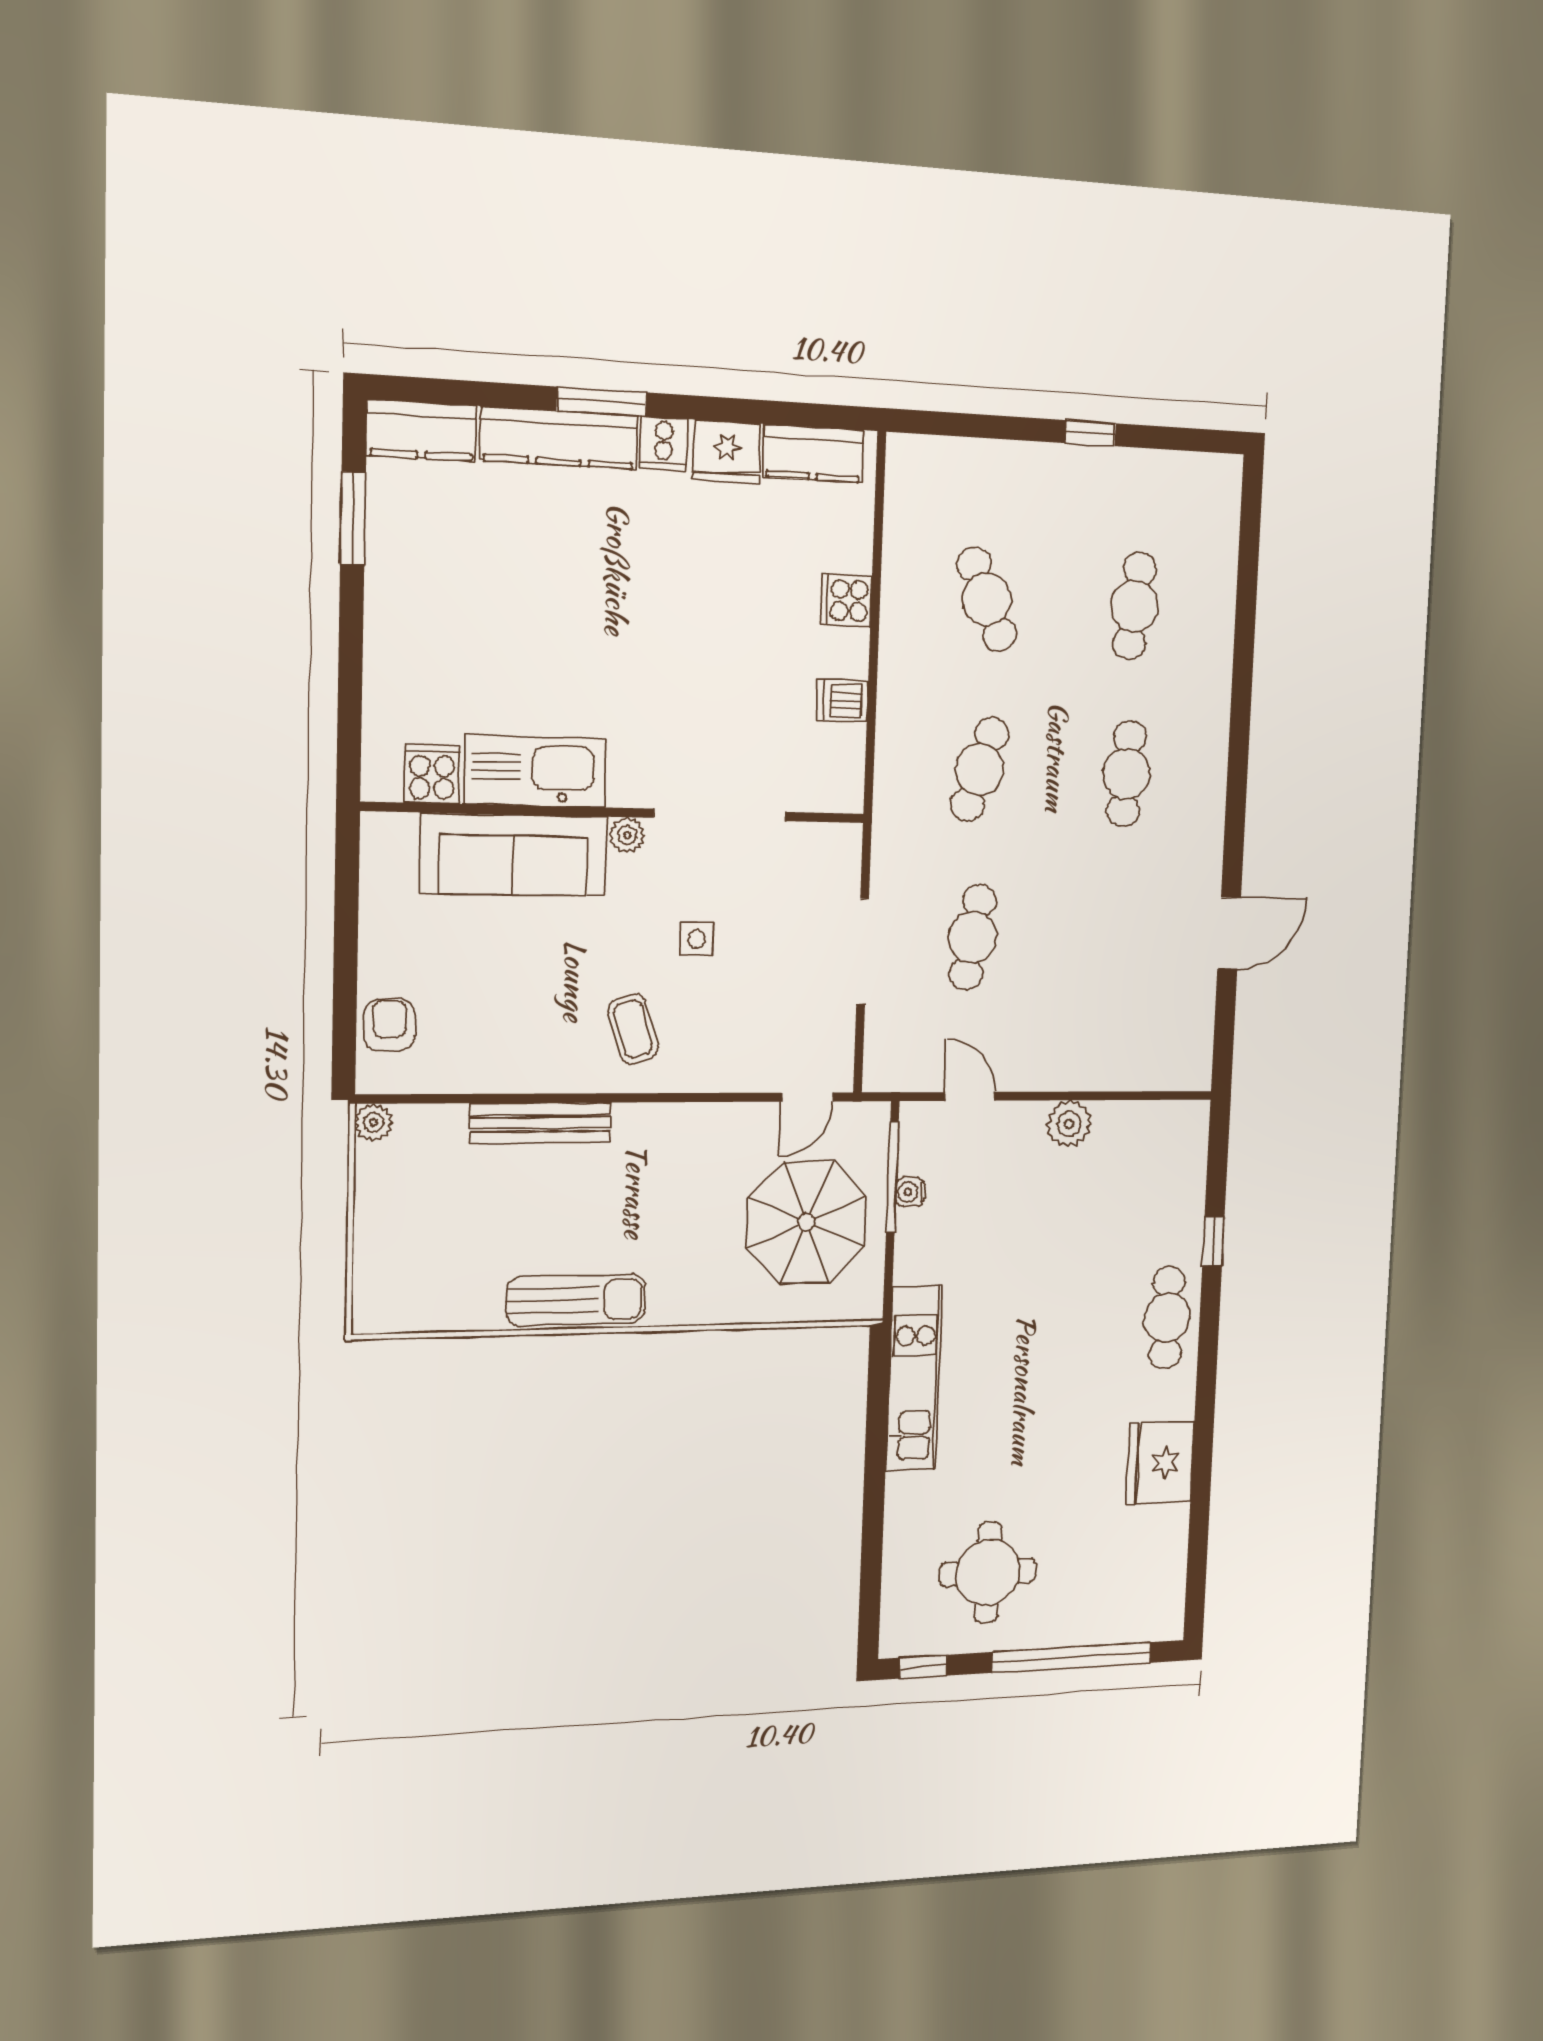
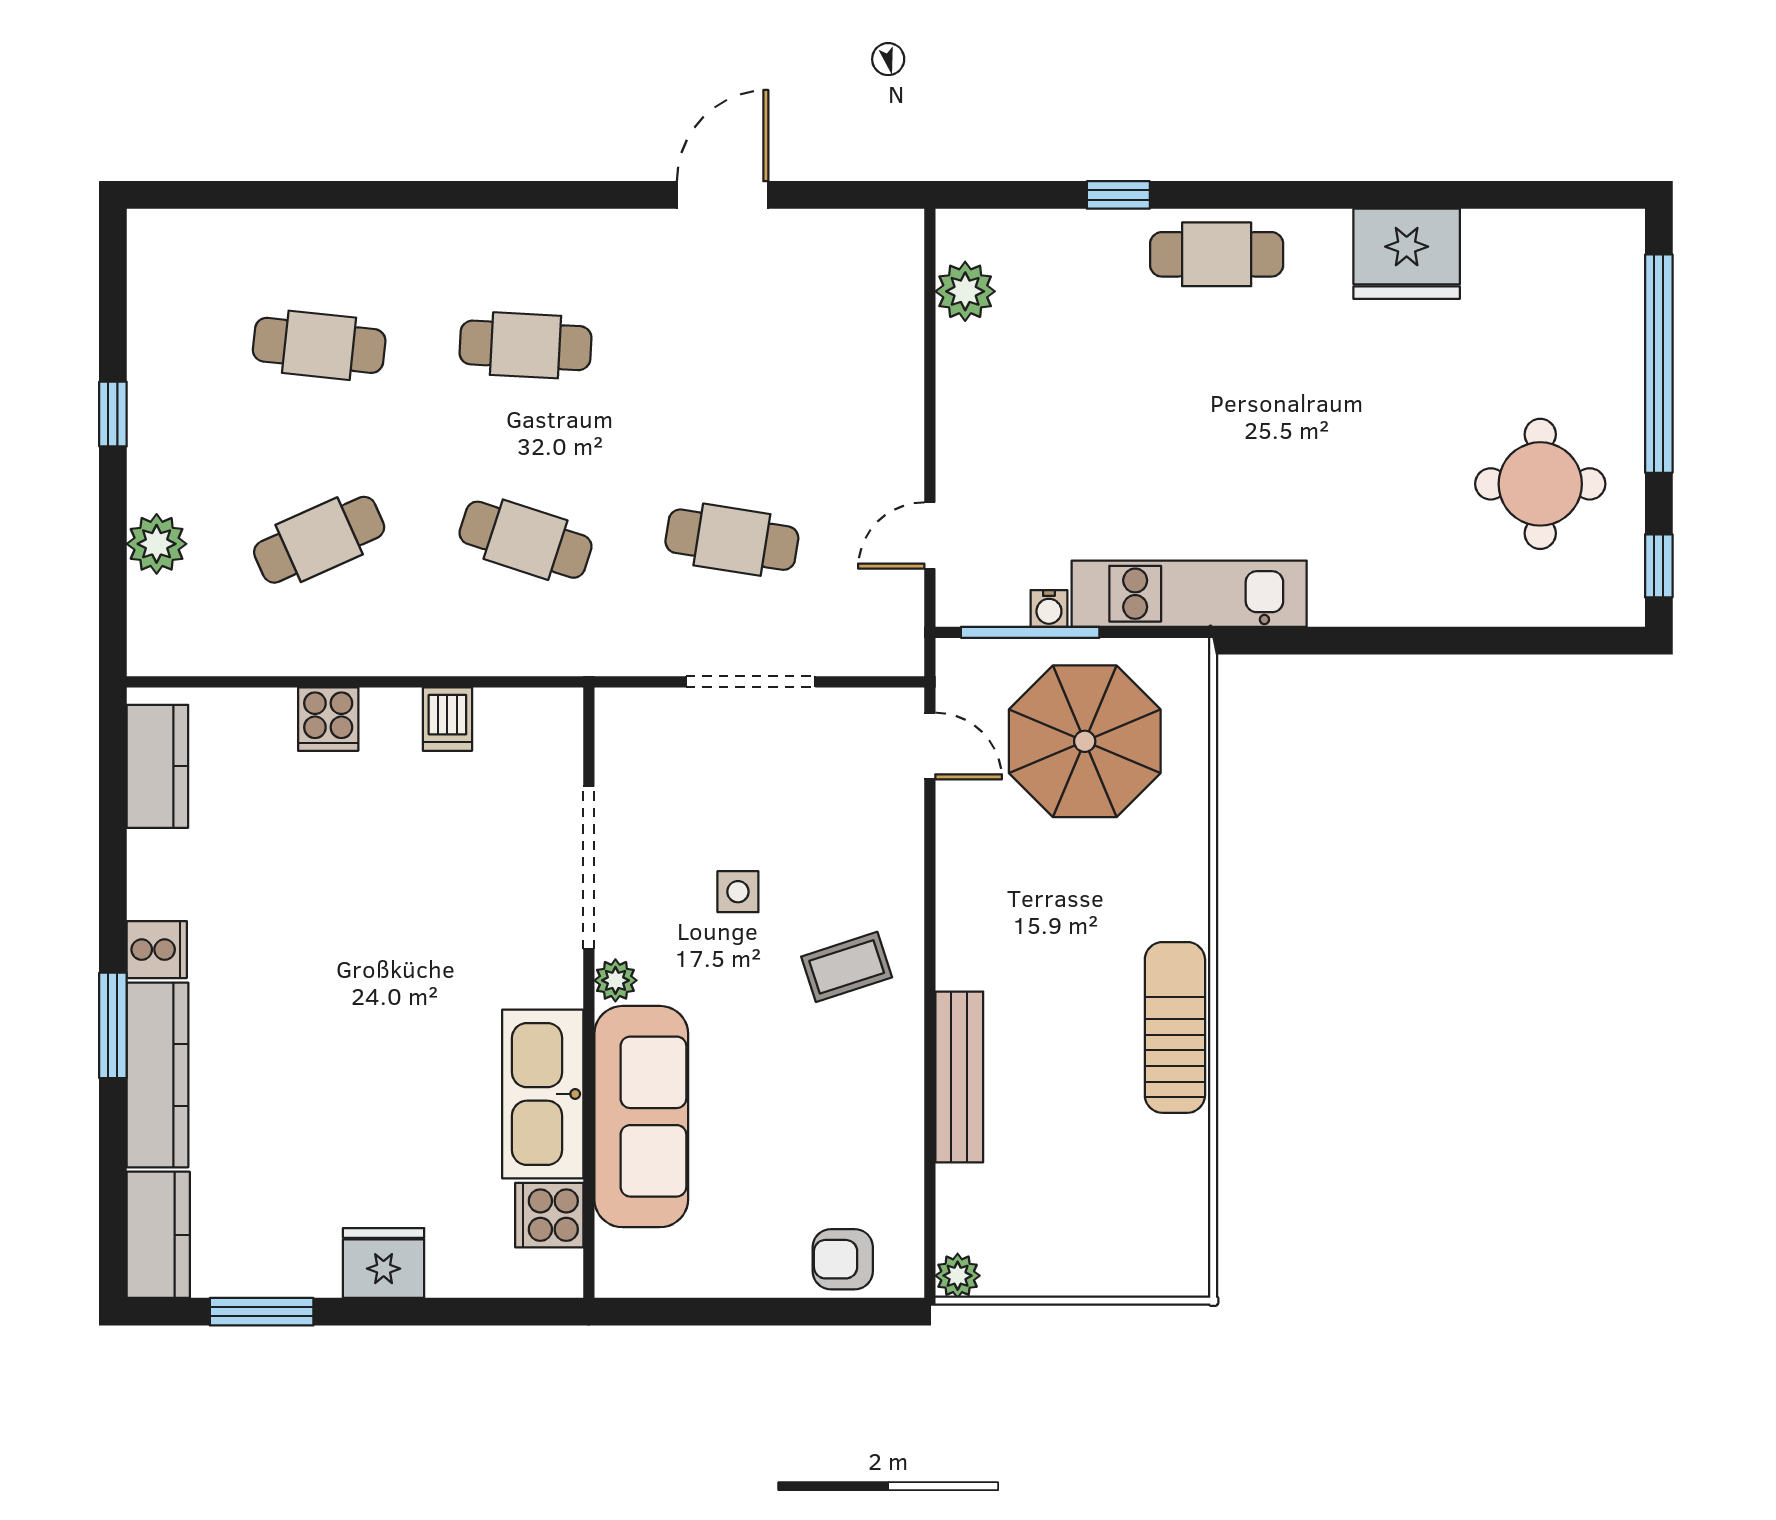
fridge: (727, 452) -> (384, 1263), moved, turned -90
plant: (989, 463) -> (157, 544), added
door: (1229, 933) -> (723, 195), hinge flipped
plant: (1069, 1124) -> (965, 291), moved
kitchen unit: (914, 1378) -> (1189, 594), moved

